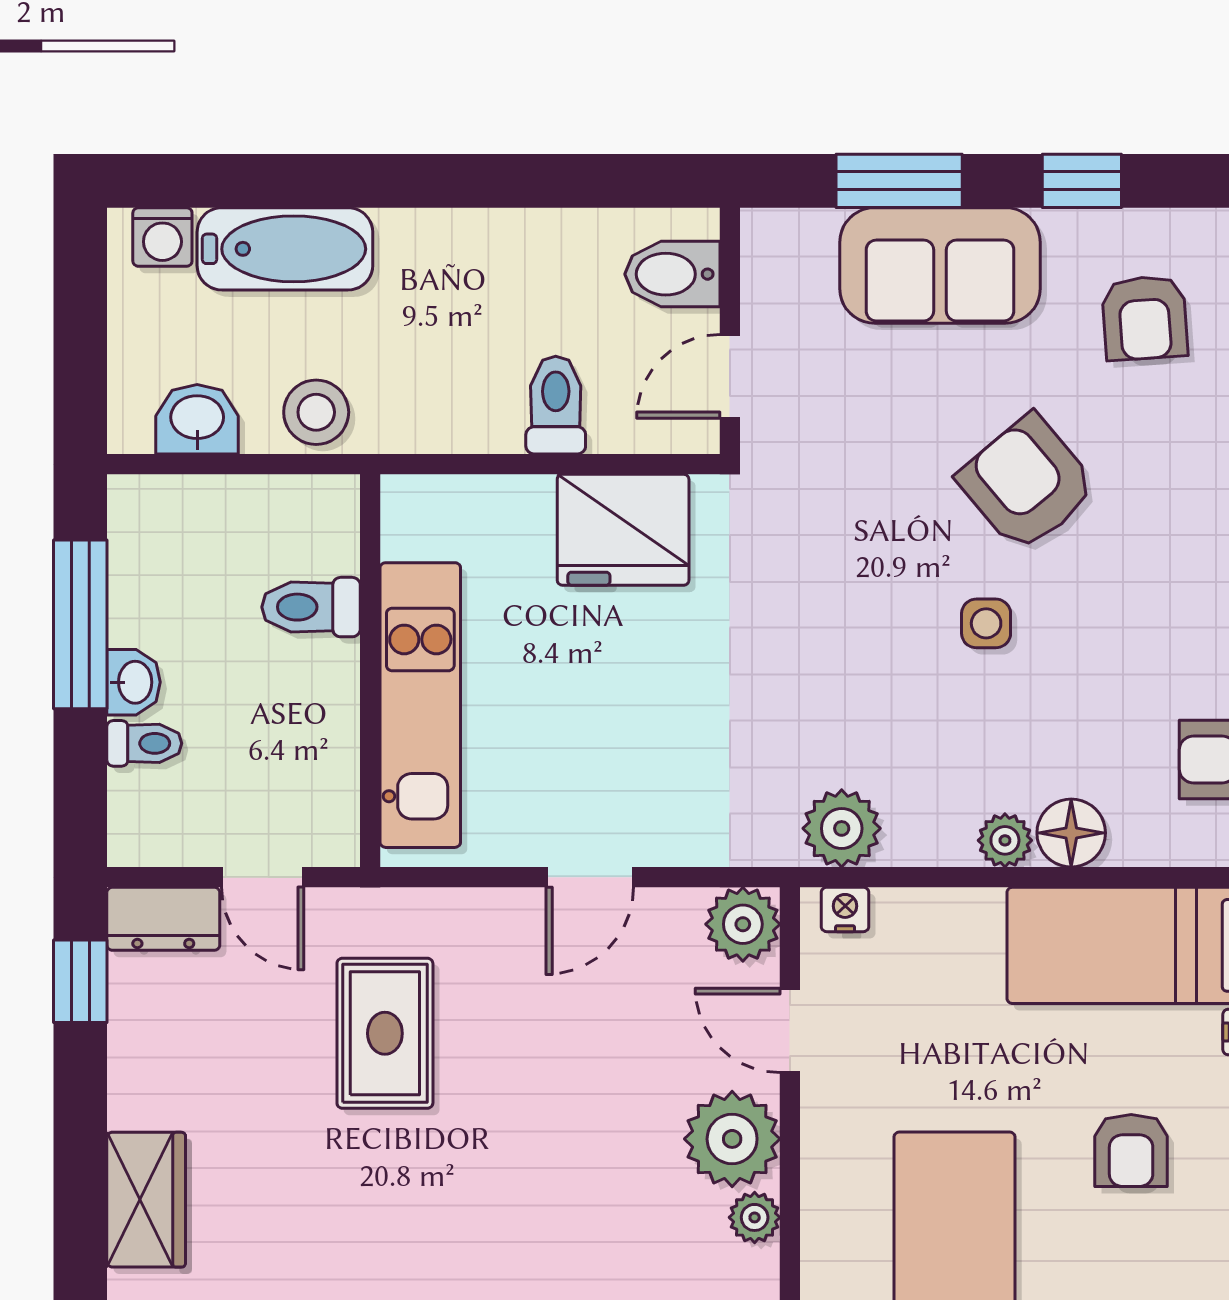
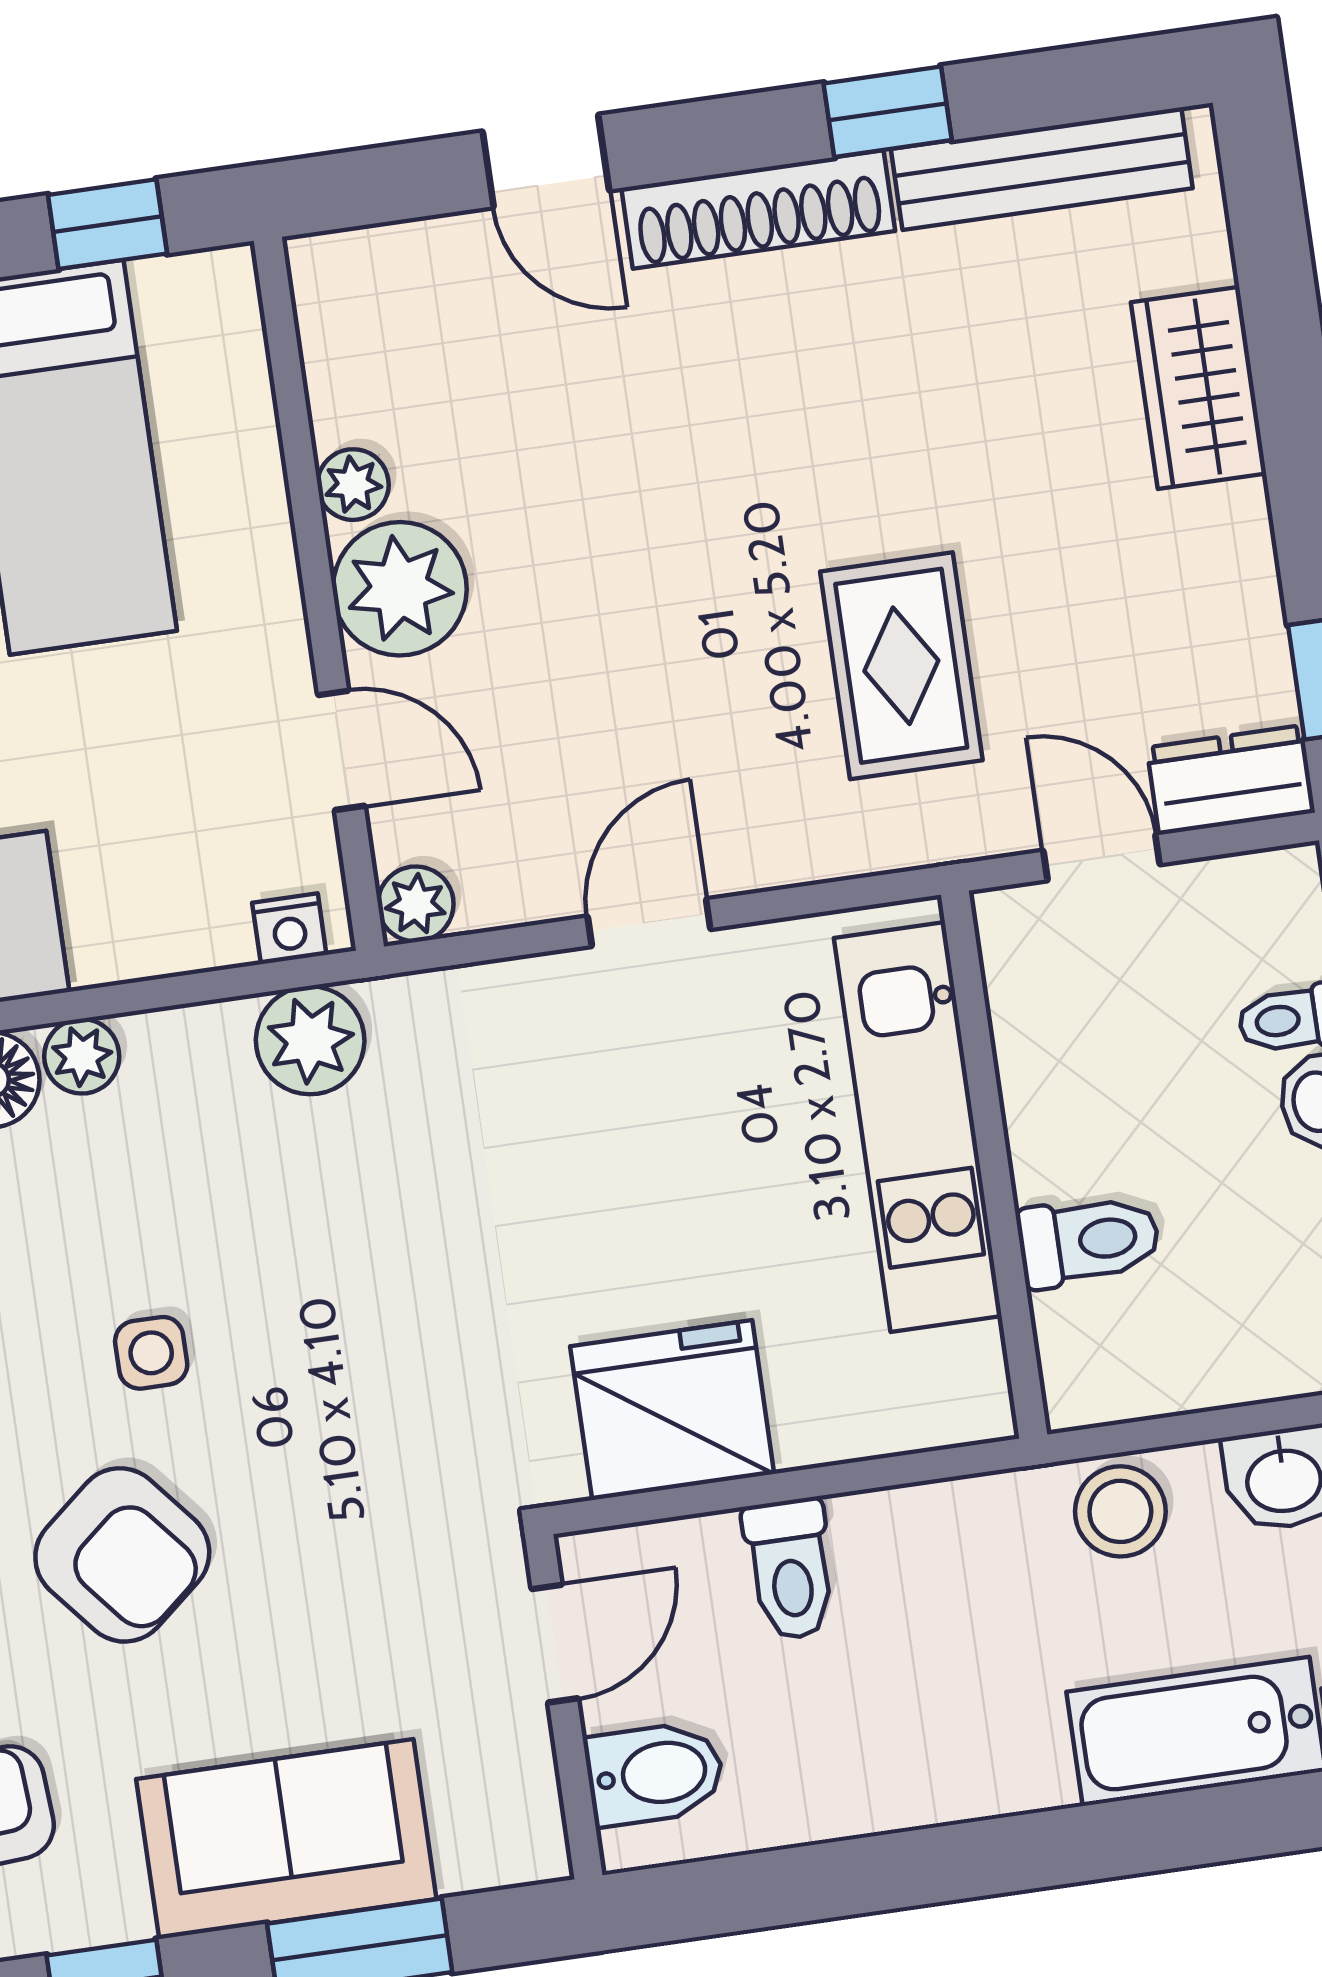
plant: (743, 924) -> (416, 904), width x0.73, depth x0.73

